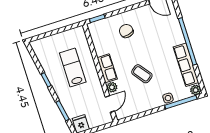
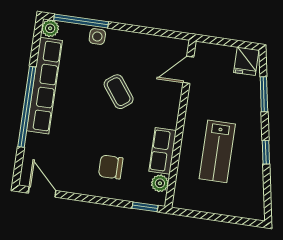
chair: (126, 31) -> (111, 167), turned 103
row of seats: (186, 65) -> (44, 86), width x1.36
row of seats: (107, 68) -> (163, 151), moved
plant: (112, 87) -> (160, 183), moved

